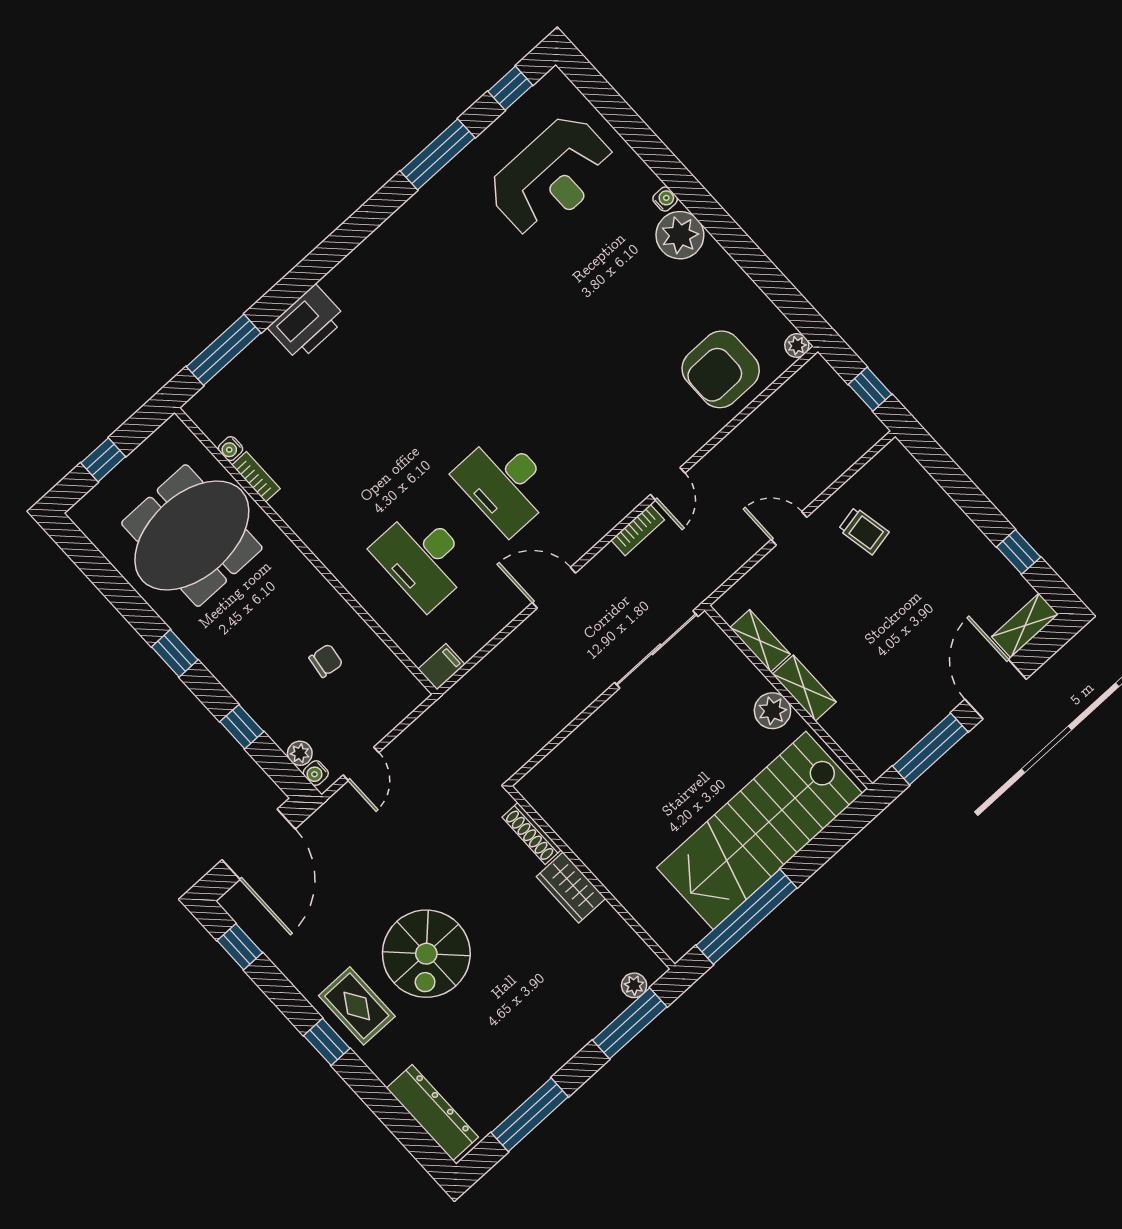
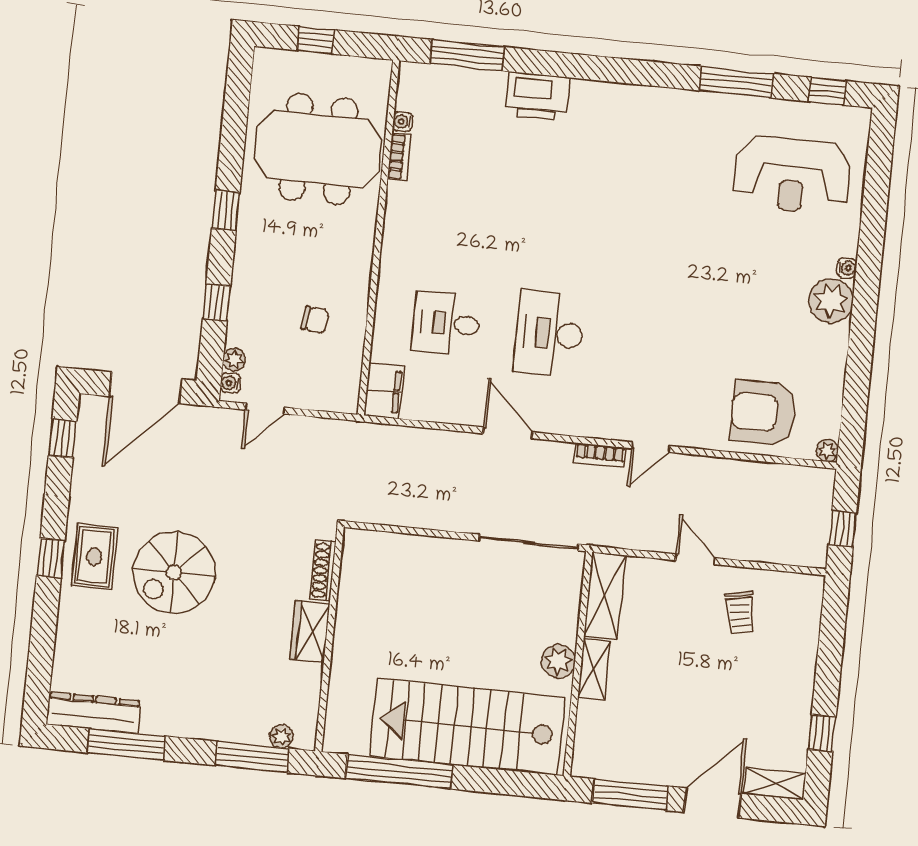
desk: (423, 558) -> (446, 323), width x0.73
shelving: (760, 641) -> (605, 596), width x1.50, depth x1.33
filing cabinet: (441, 667) -> (384, 391), width x2.00
dresser: (432, 1113) -> (93, 713), moved, turned -90

